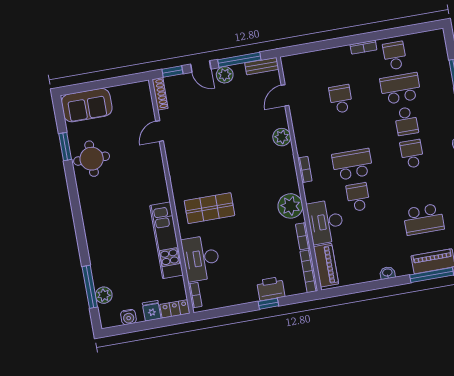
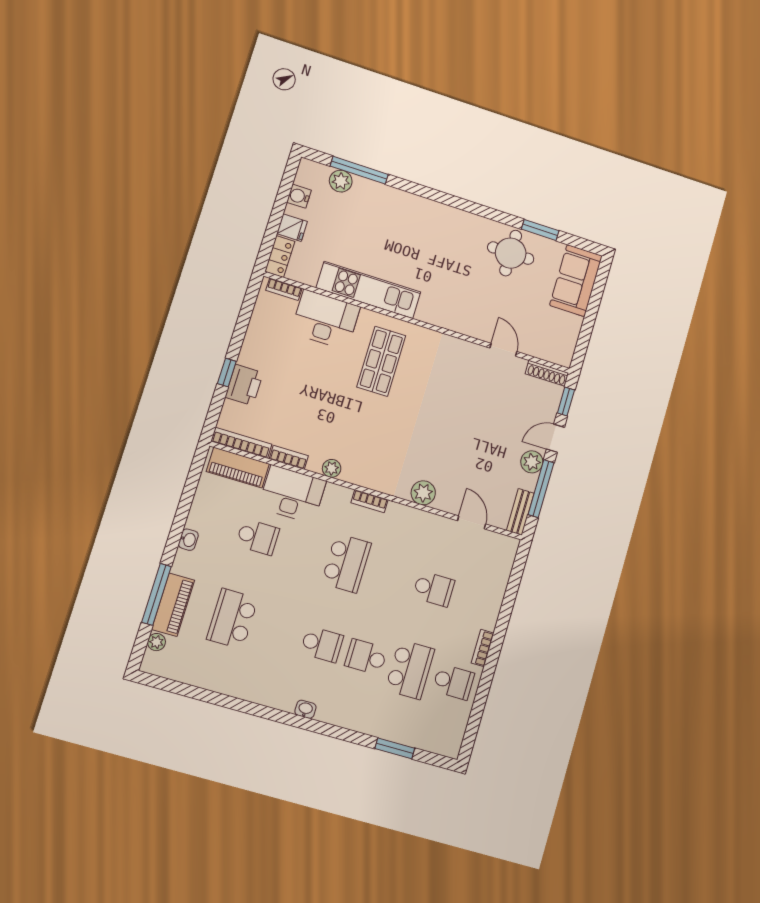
school desk: (358, 197) -> (258, 537), moved
plant: (290, 206) -> (332, 468), width x0.53, depth x0.53

